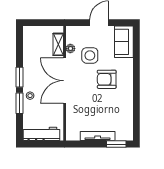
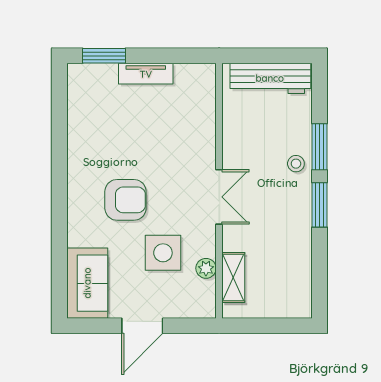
double door: (65, 81) -> (219, 197), width x0.54
tv unit: (98, 136) -> (146, 74), width x0.71

